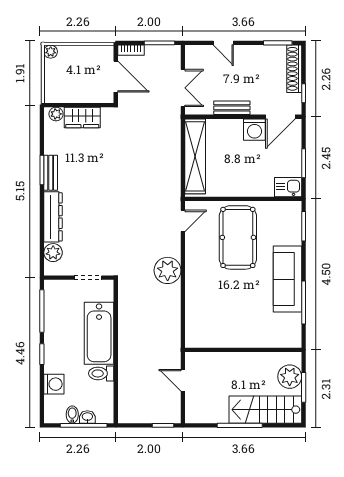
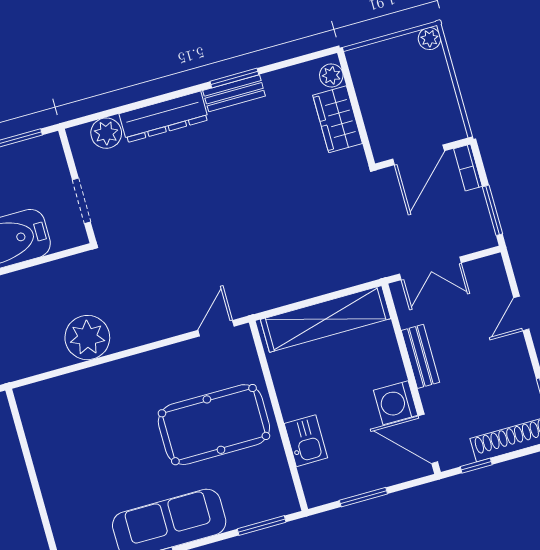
kitchen sink: (288, 187) -> (306, 441), moved
door: (183, 221) -> (216, 328), swing flipped
plant: (168, 270) -> (87, 338), moved

